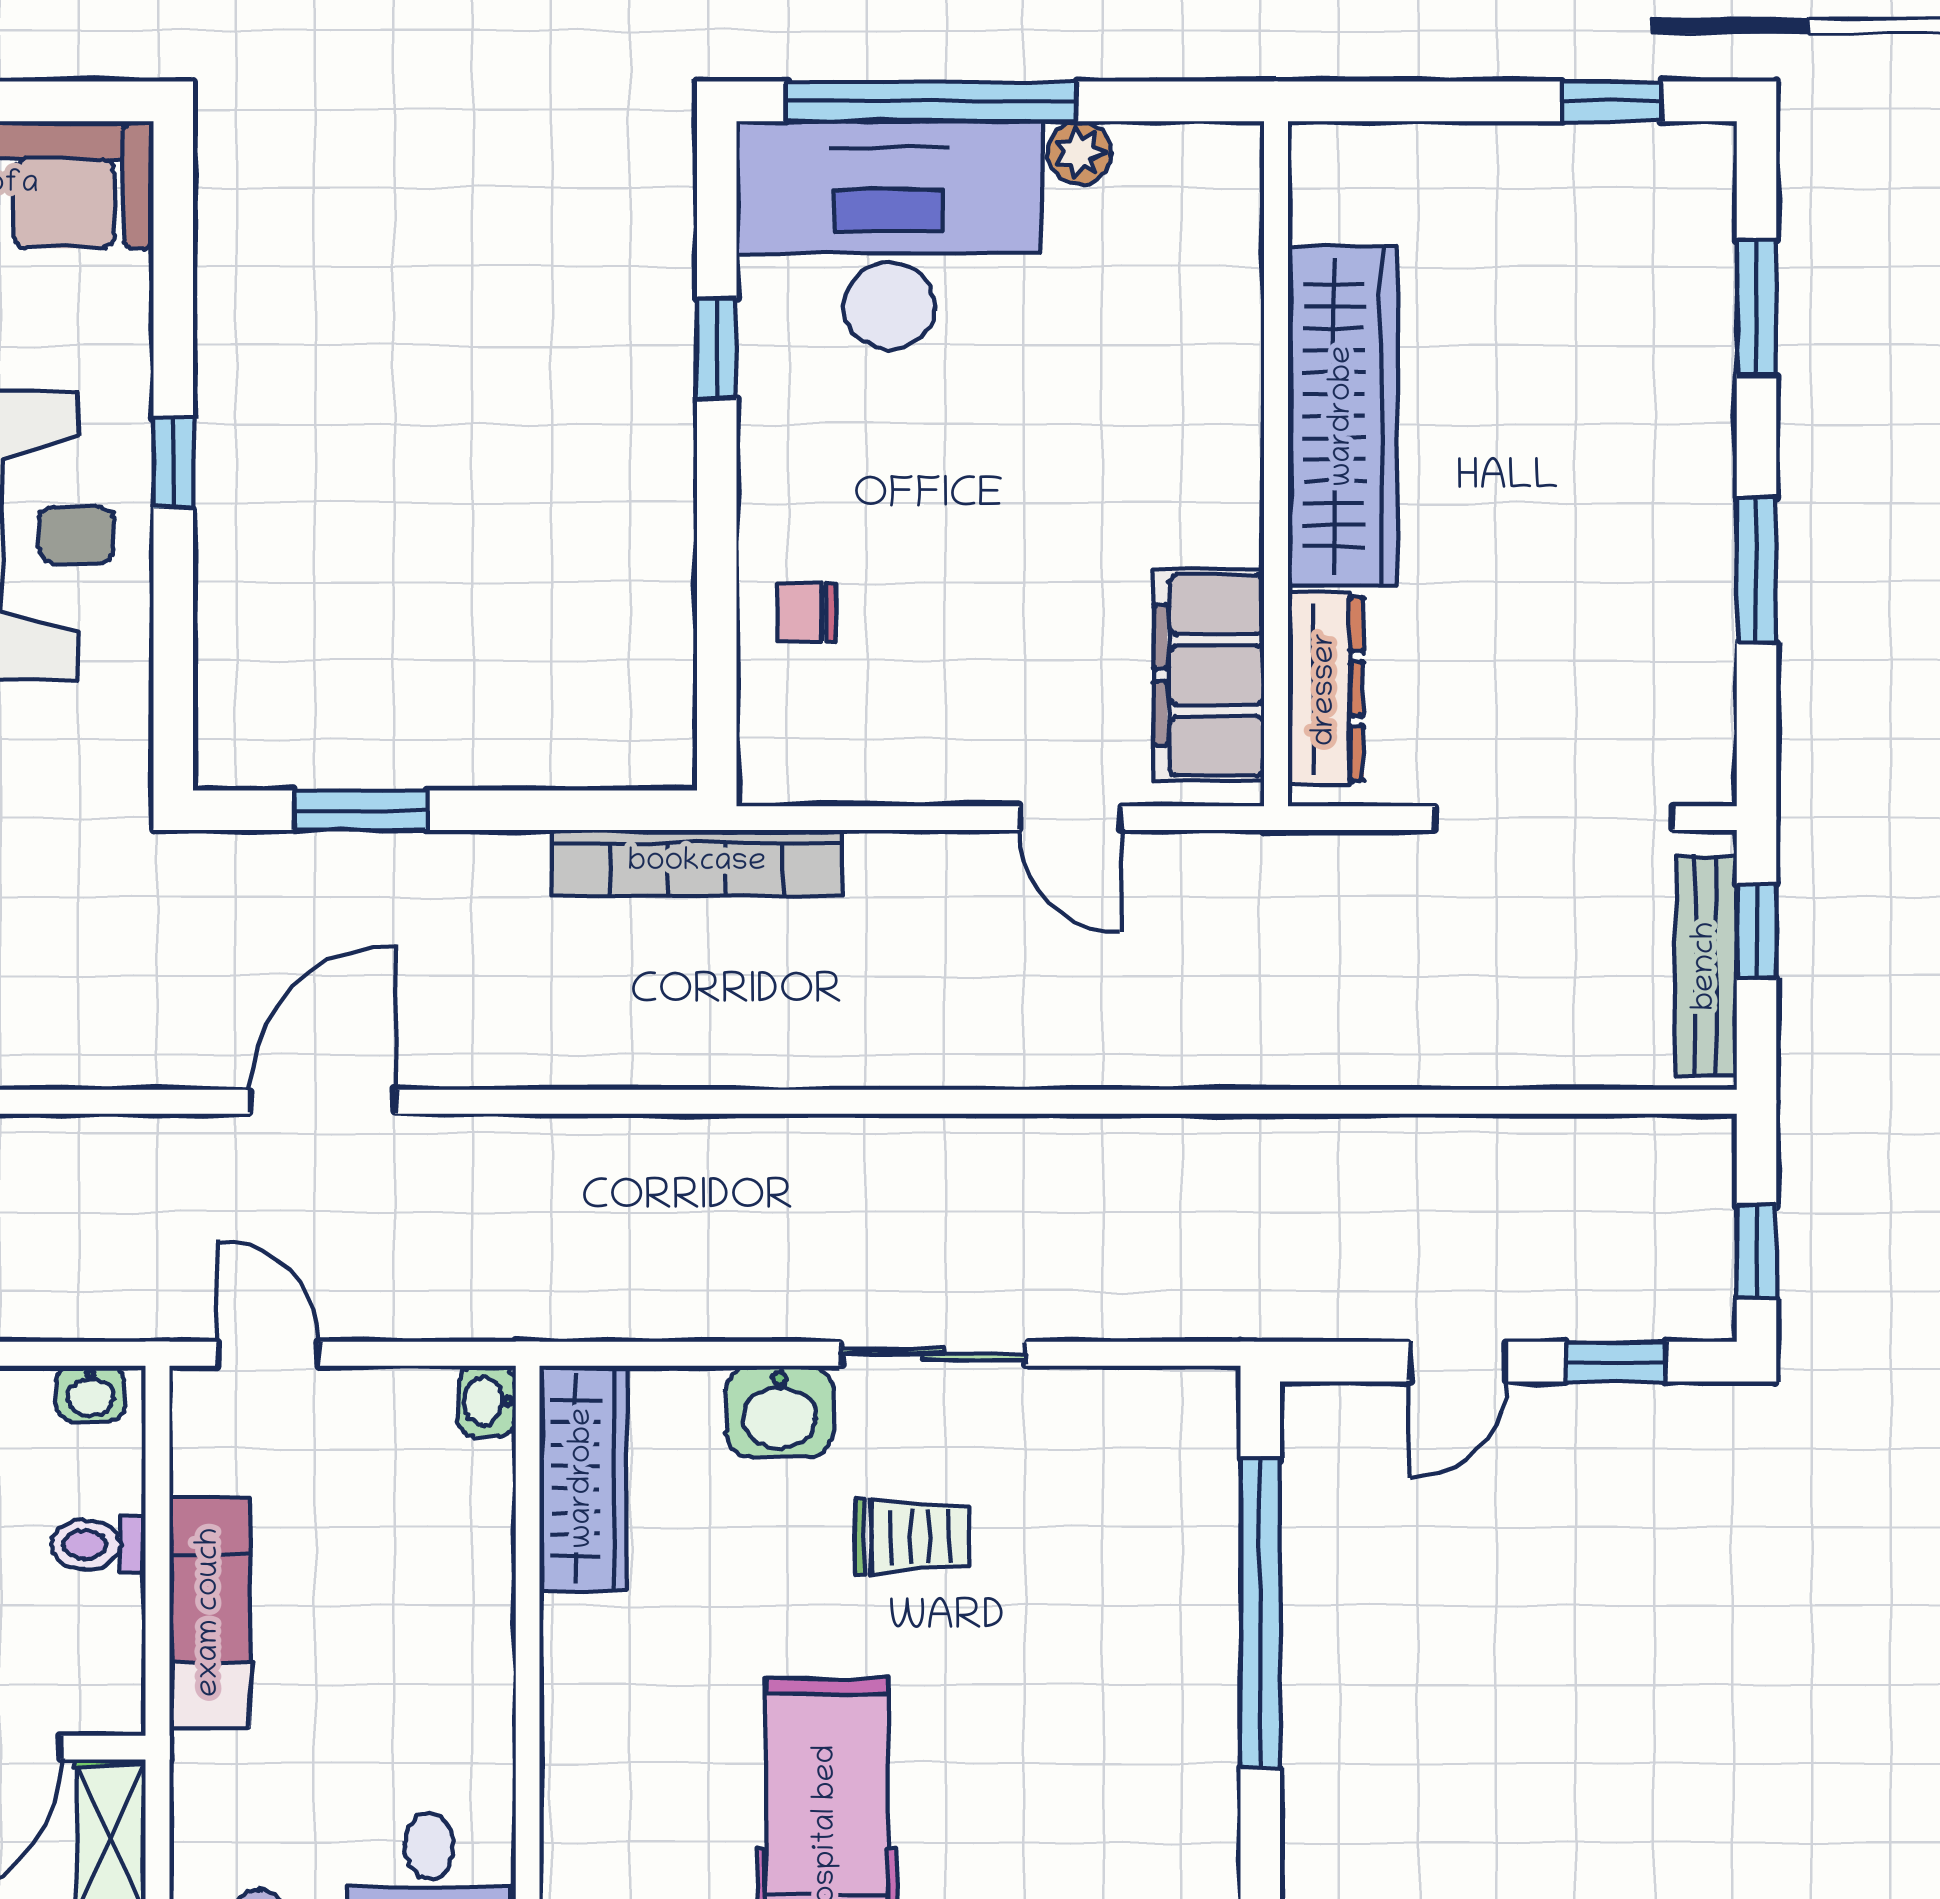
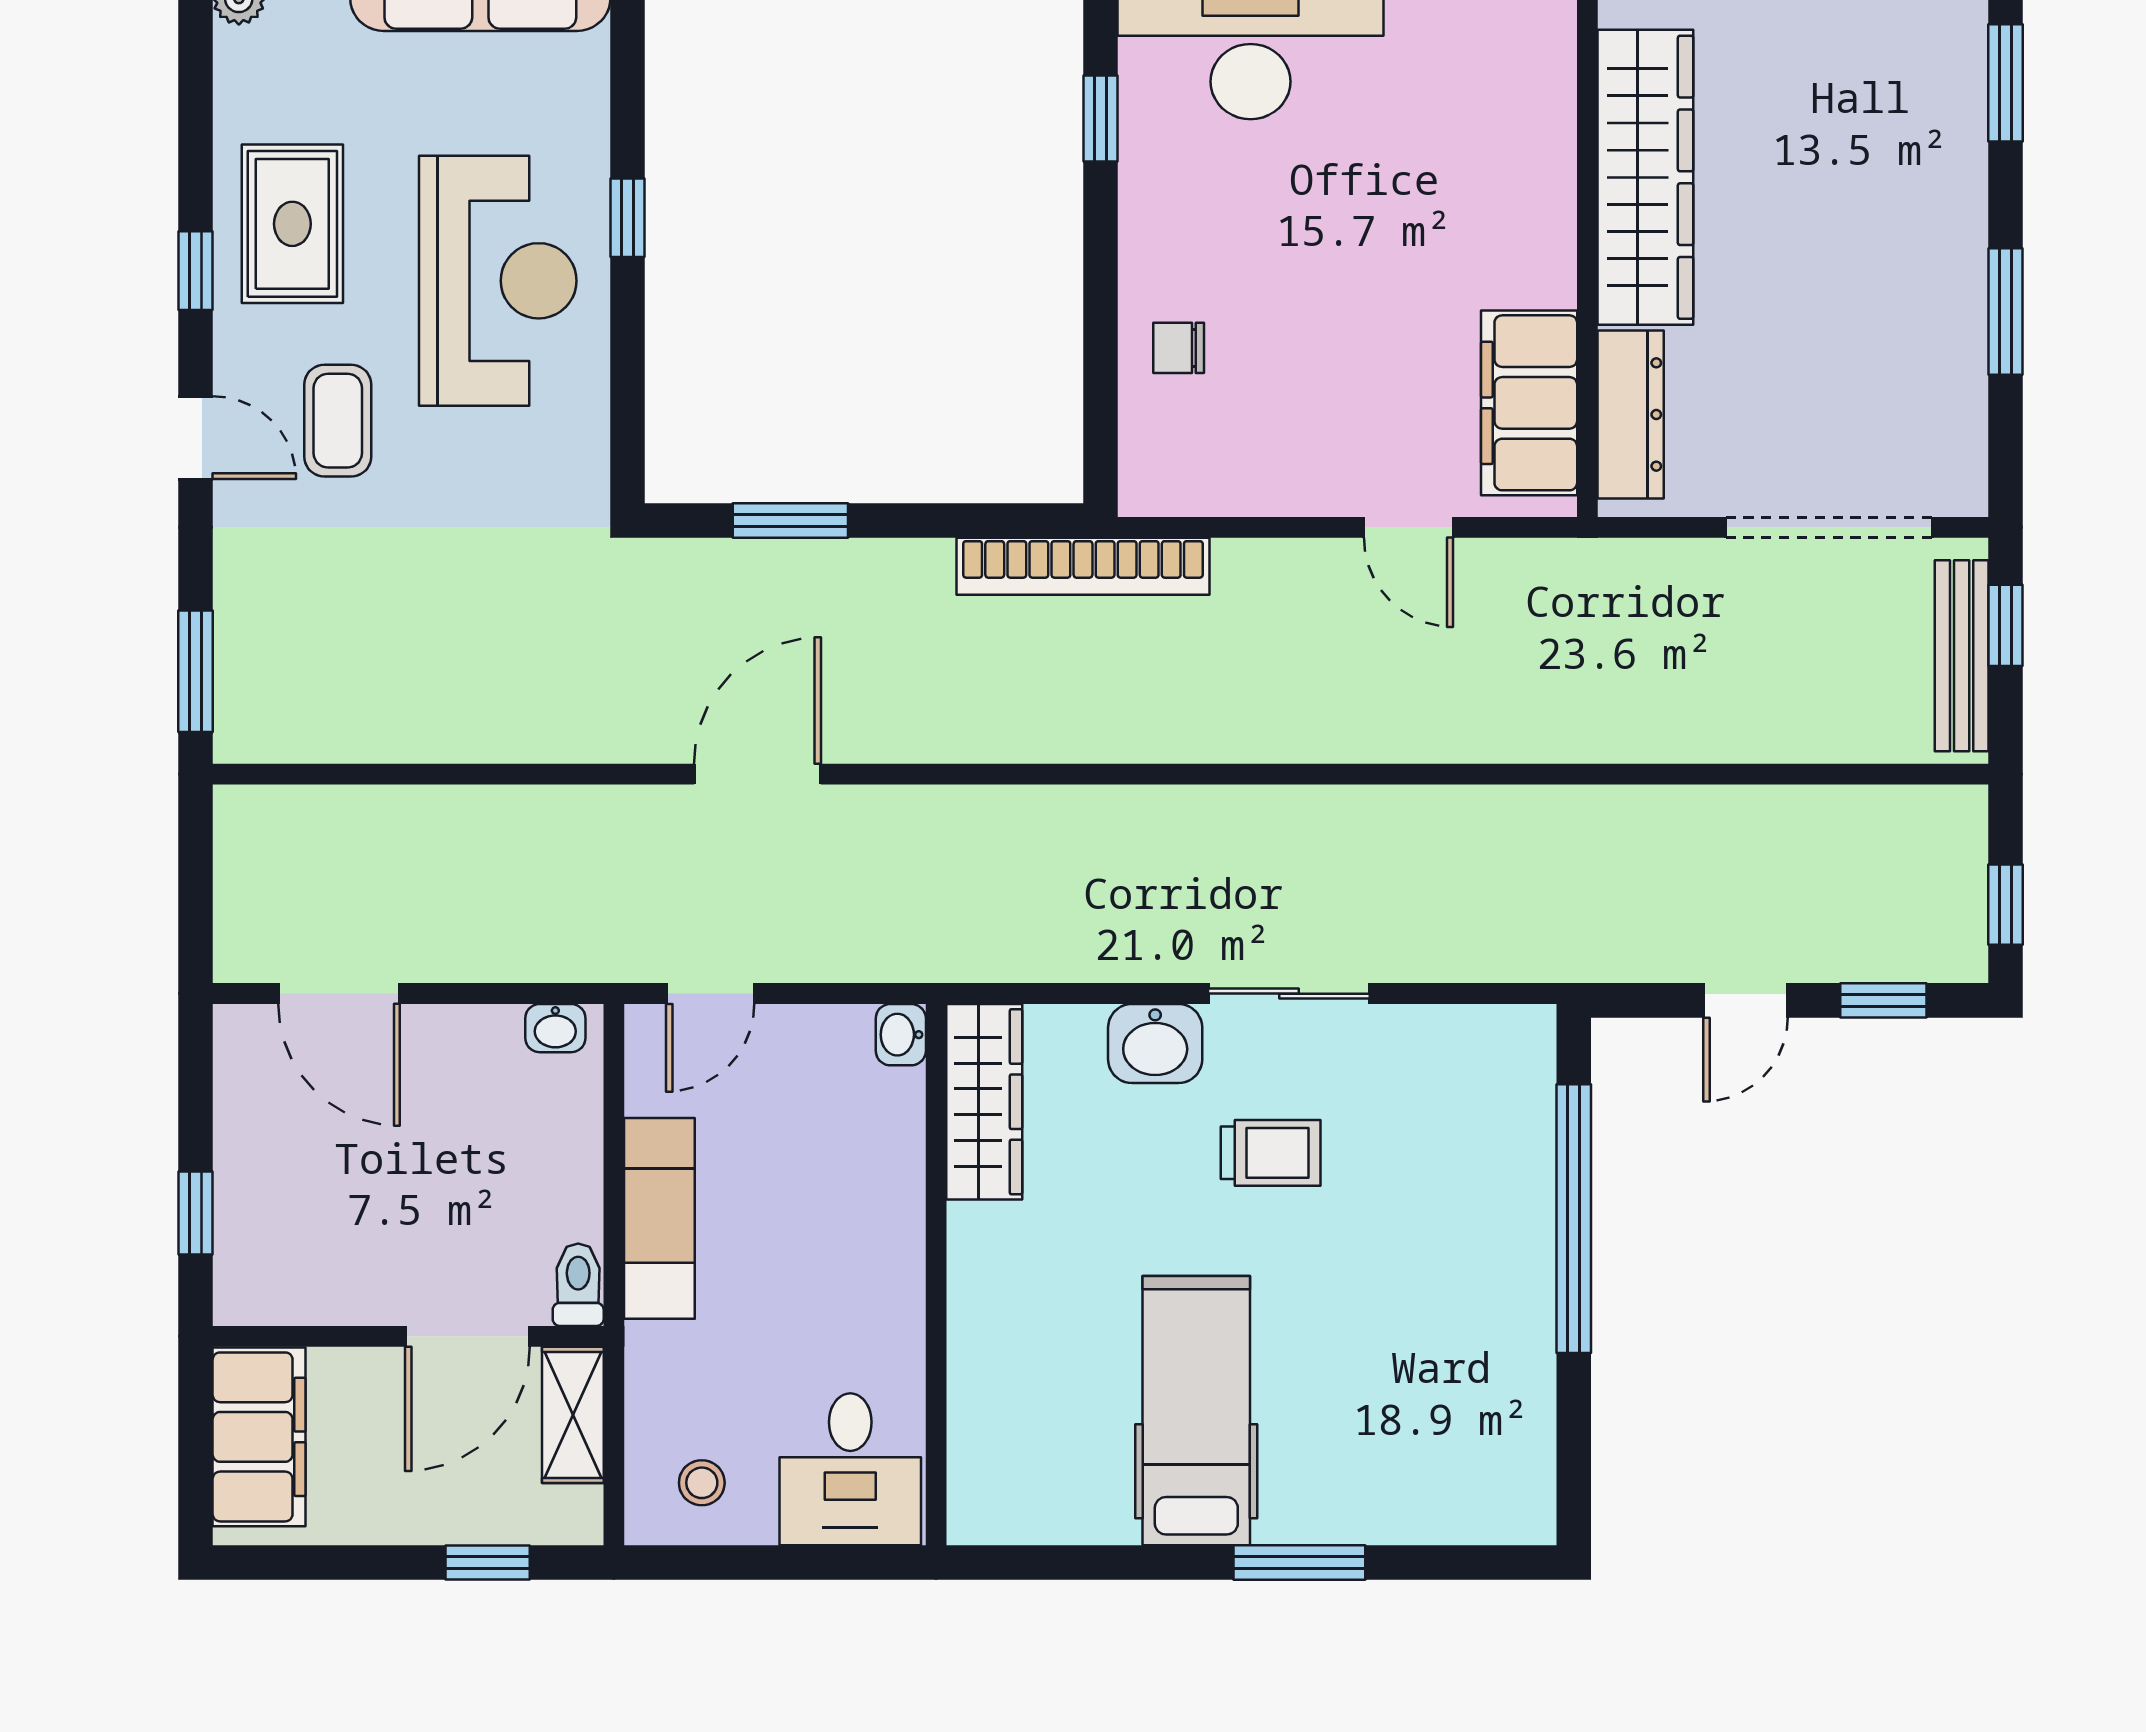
door: (268, 1354) -> (710, 994), swing flipped
toilet: (98, 1545) -> (578, 1285), moved, turned 90

